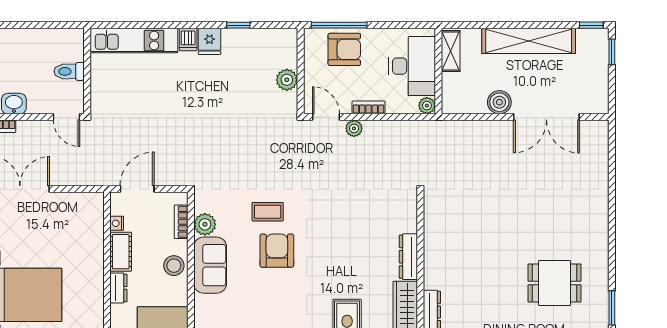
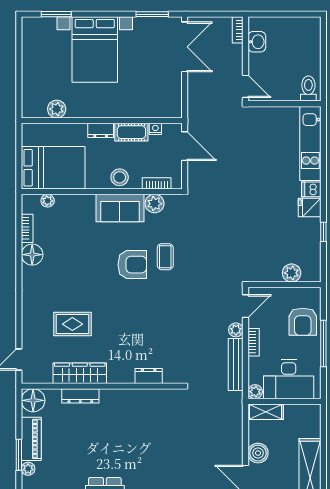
window: (339, 25) -> (323, 343), moved
shelving: (451, 51) -> (266, 412), moved
toilet: (69, 71) -> (308, 89), moved
plant: (287, 80) -> (292, 273), moved
door: (67, 117) -> (246, 86), swing flipped
bench: (395, 129) -> (236, 365), added
dresser: (408, 257) -> (149, 376), moved, width x0.70

